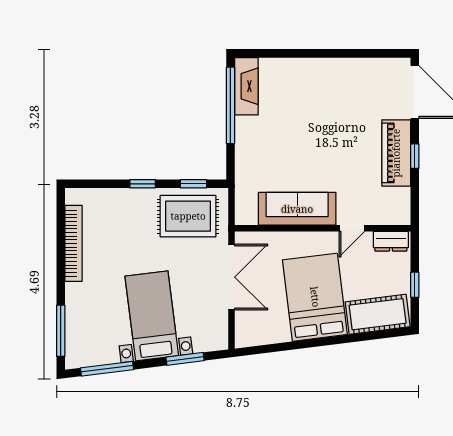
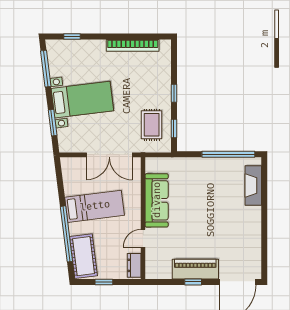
fireplace: (246, 86) -> (253, 185), moved, turned 90
rug: (188, 216) -> (152, 125), width x0.73, depth x0.70
door: (352, 228) -> (143, 238), hinge flipped
bed: (315, 297) -> (95, 206), width x0.67
window: (61, 331) -> (72, 36), width x0.46
window: (346, 339) -> (66, 234), added

